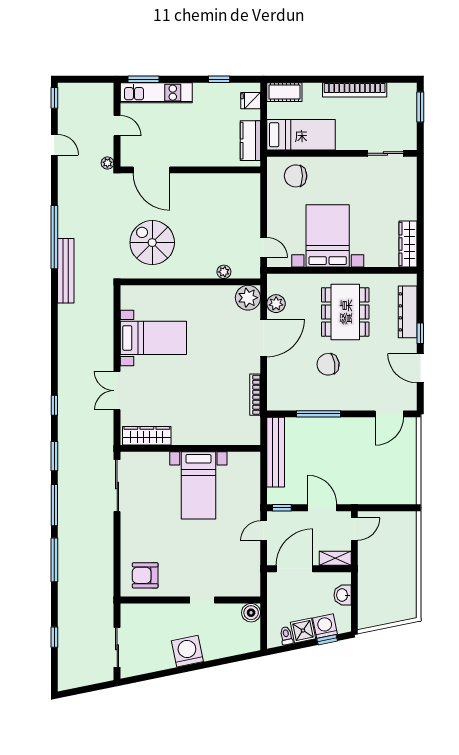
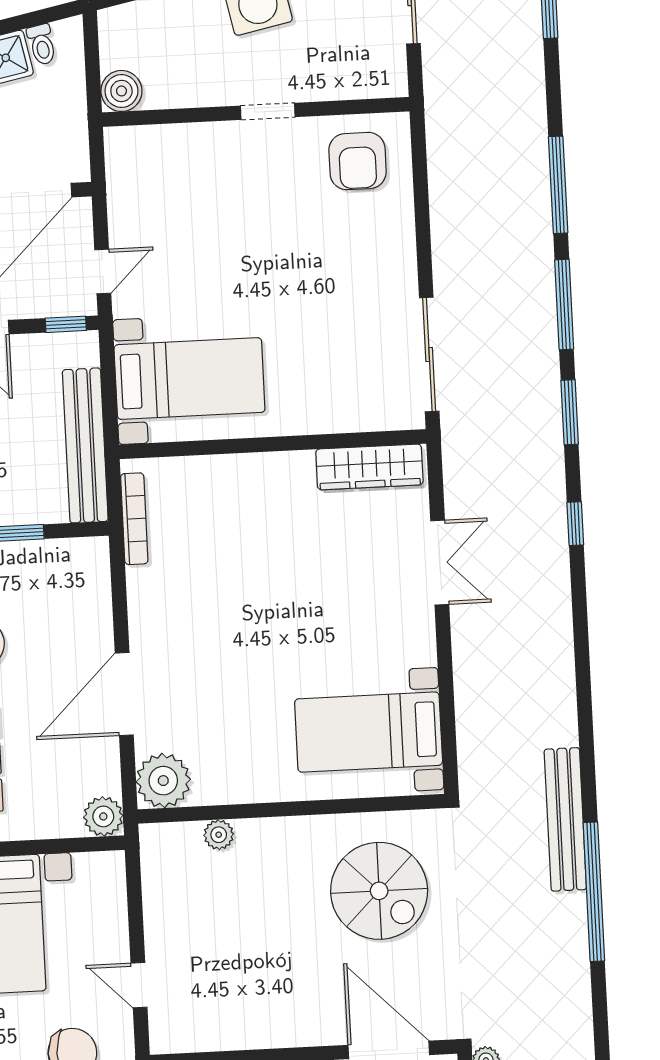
door: (264, 247) -> (139, 985), moved
plant: (276, 304) -> (103, 816), moved
bed with nightstands: (153, 338) -> (369, 732), moved
bookcase: (255, 395) -> (134, 519), moved
bed with nightstands: (198, 485) -> (189, 379), moved, turned 90
armchair: (145, 575) -> (358, 161), turned 90
doorway: (202, 600) -> (268, 111), moved

